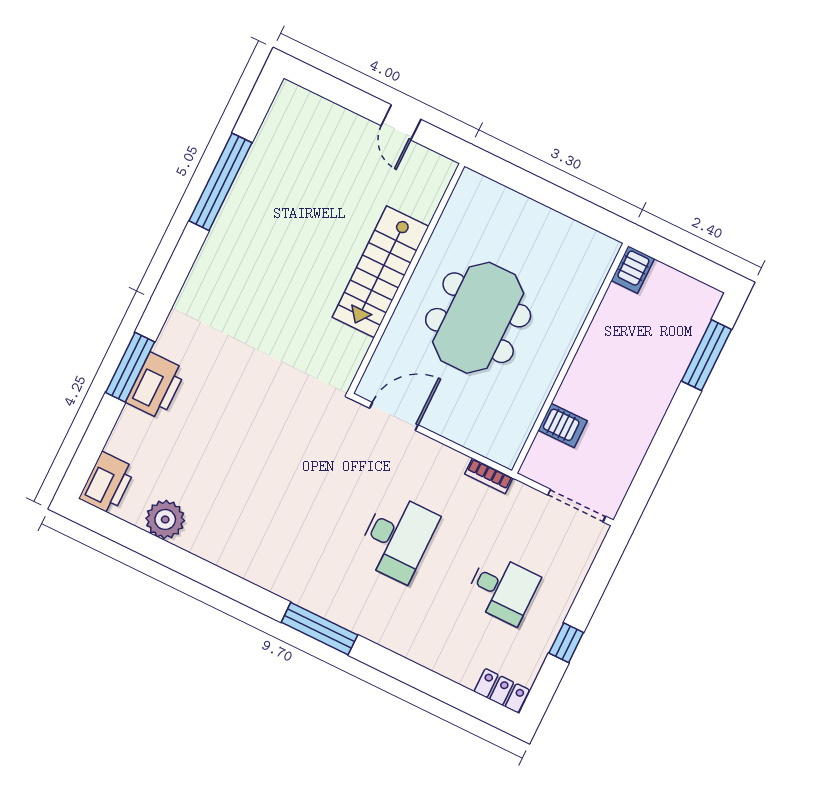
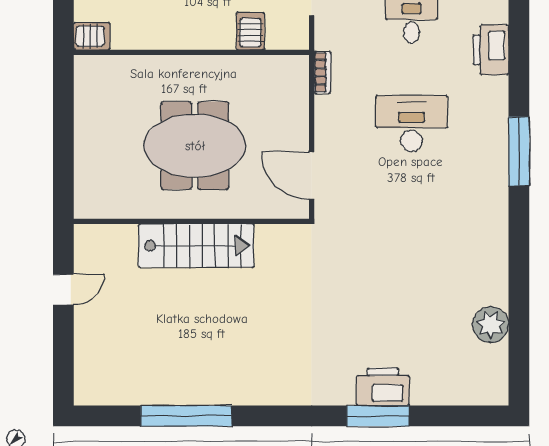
printer: (107, 483) -> (491, 50), moved, turned -90

